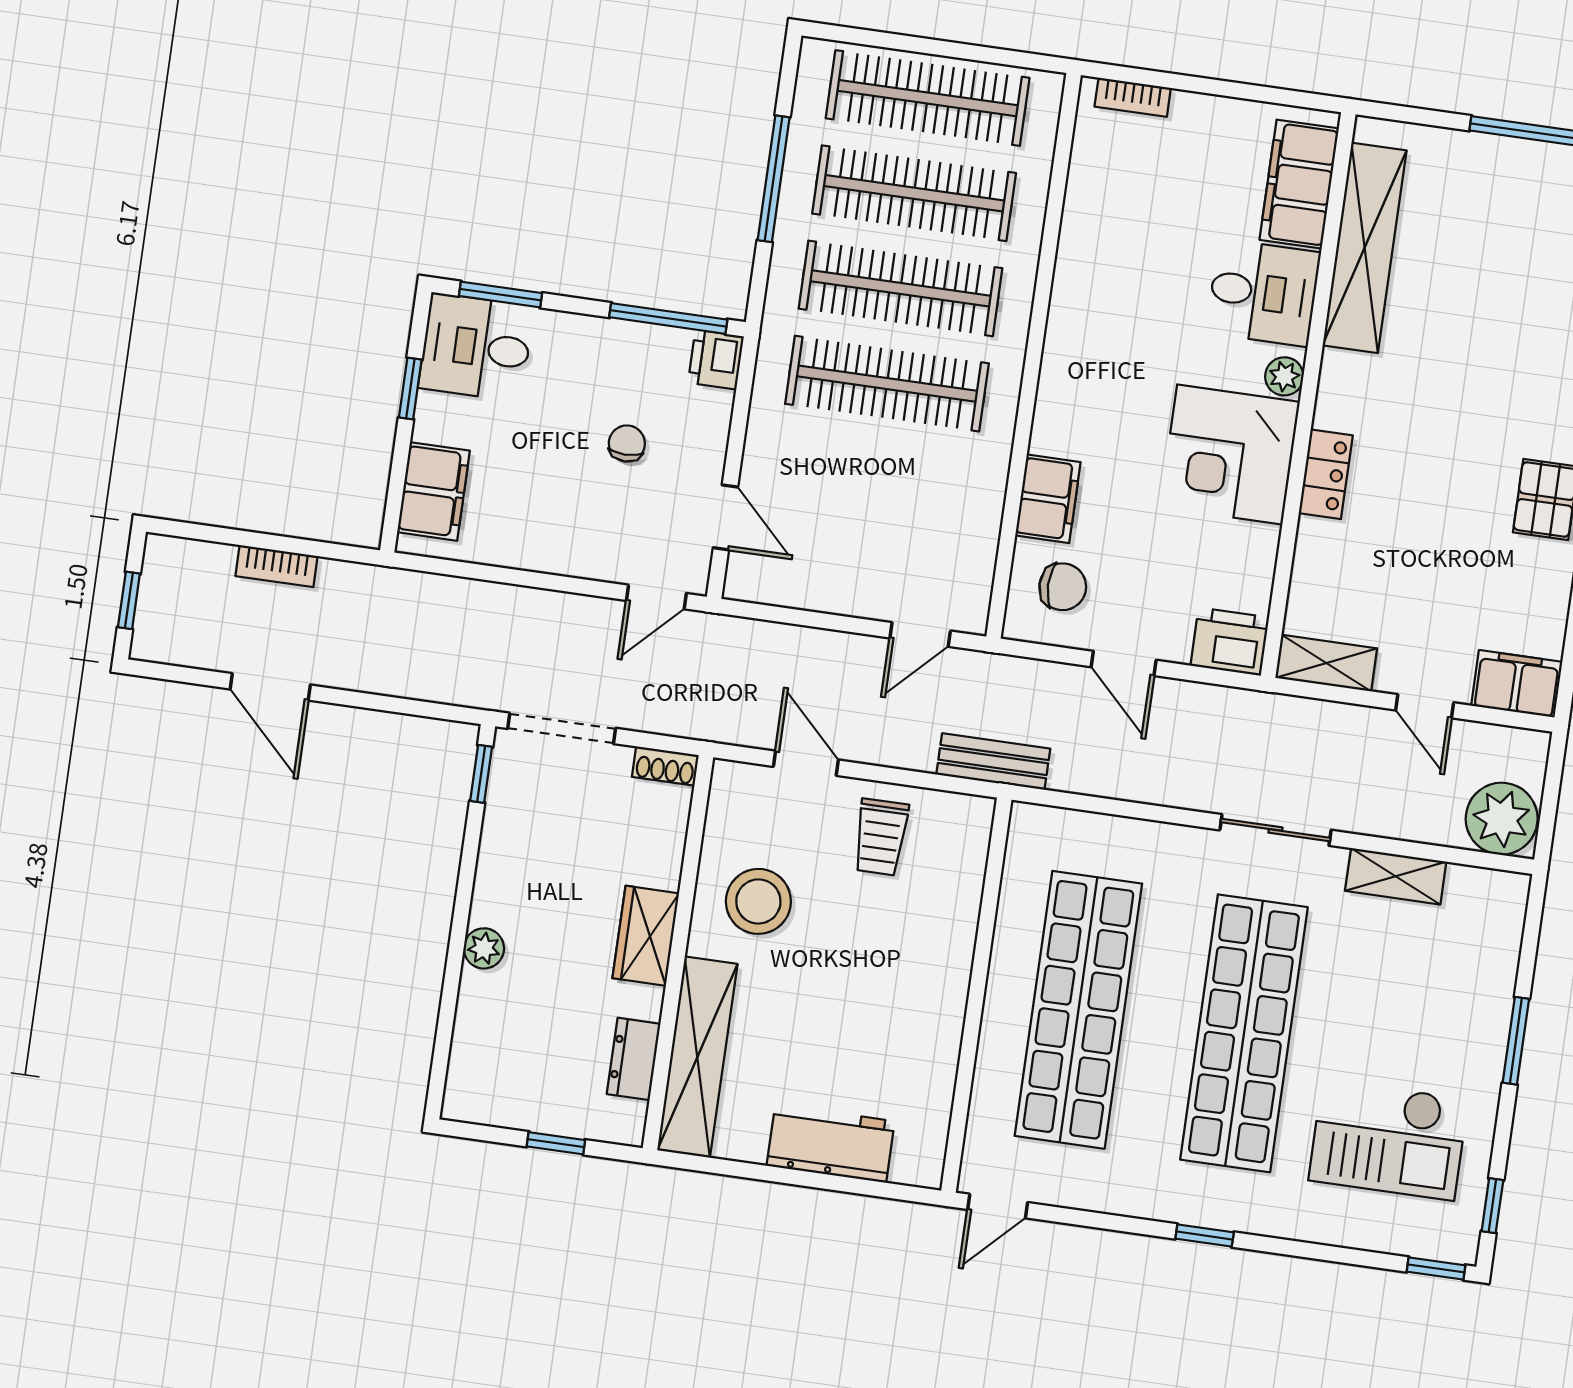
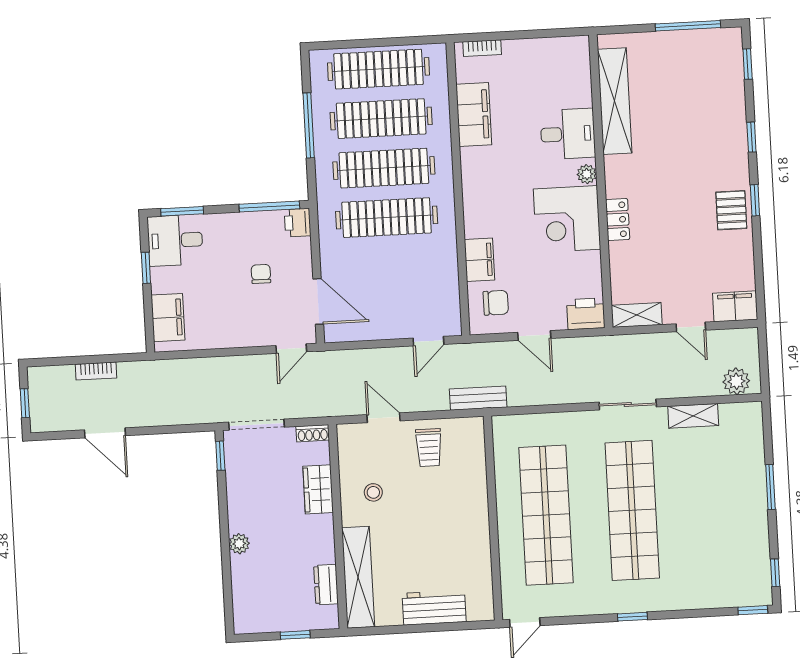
filing cabinet: (1299, 184) -> (474, 114), moved, turned 180
door: (725, 517) -> (318, 301), width x1.38
plant: (1502, 819) -> (736, 381), width x0.73, depth x0.73
stool: (758, 901) -> (373, 492), width x0.53, depth x0.53
wardrobe: (646, 936) -> (318, 489), moved
checkout: (1388, 1139) -> (716, 550), removed

